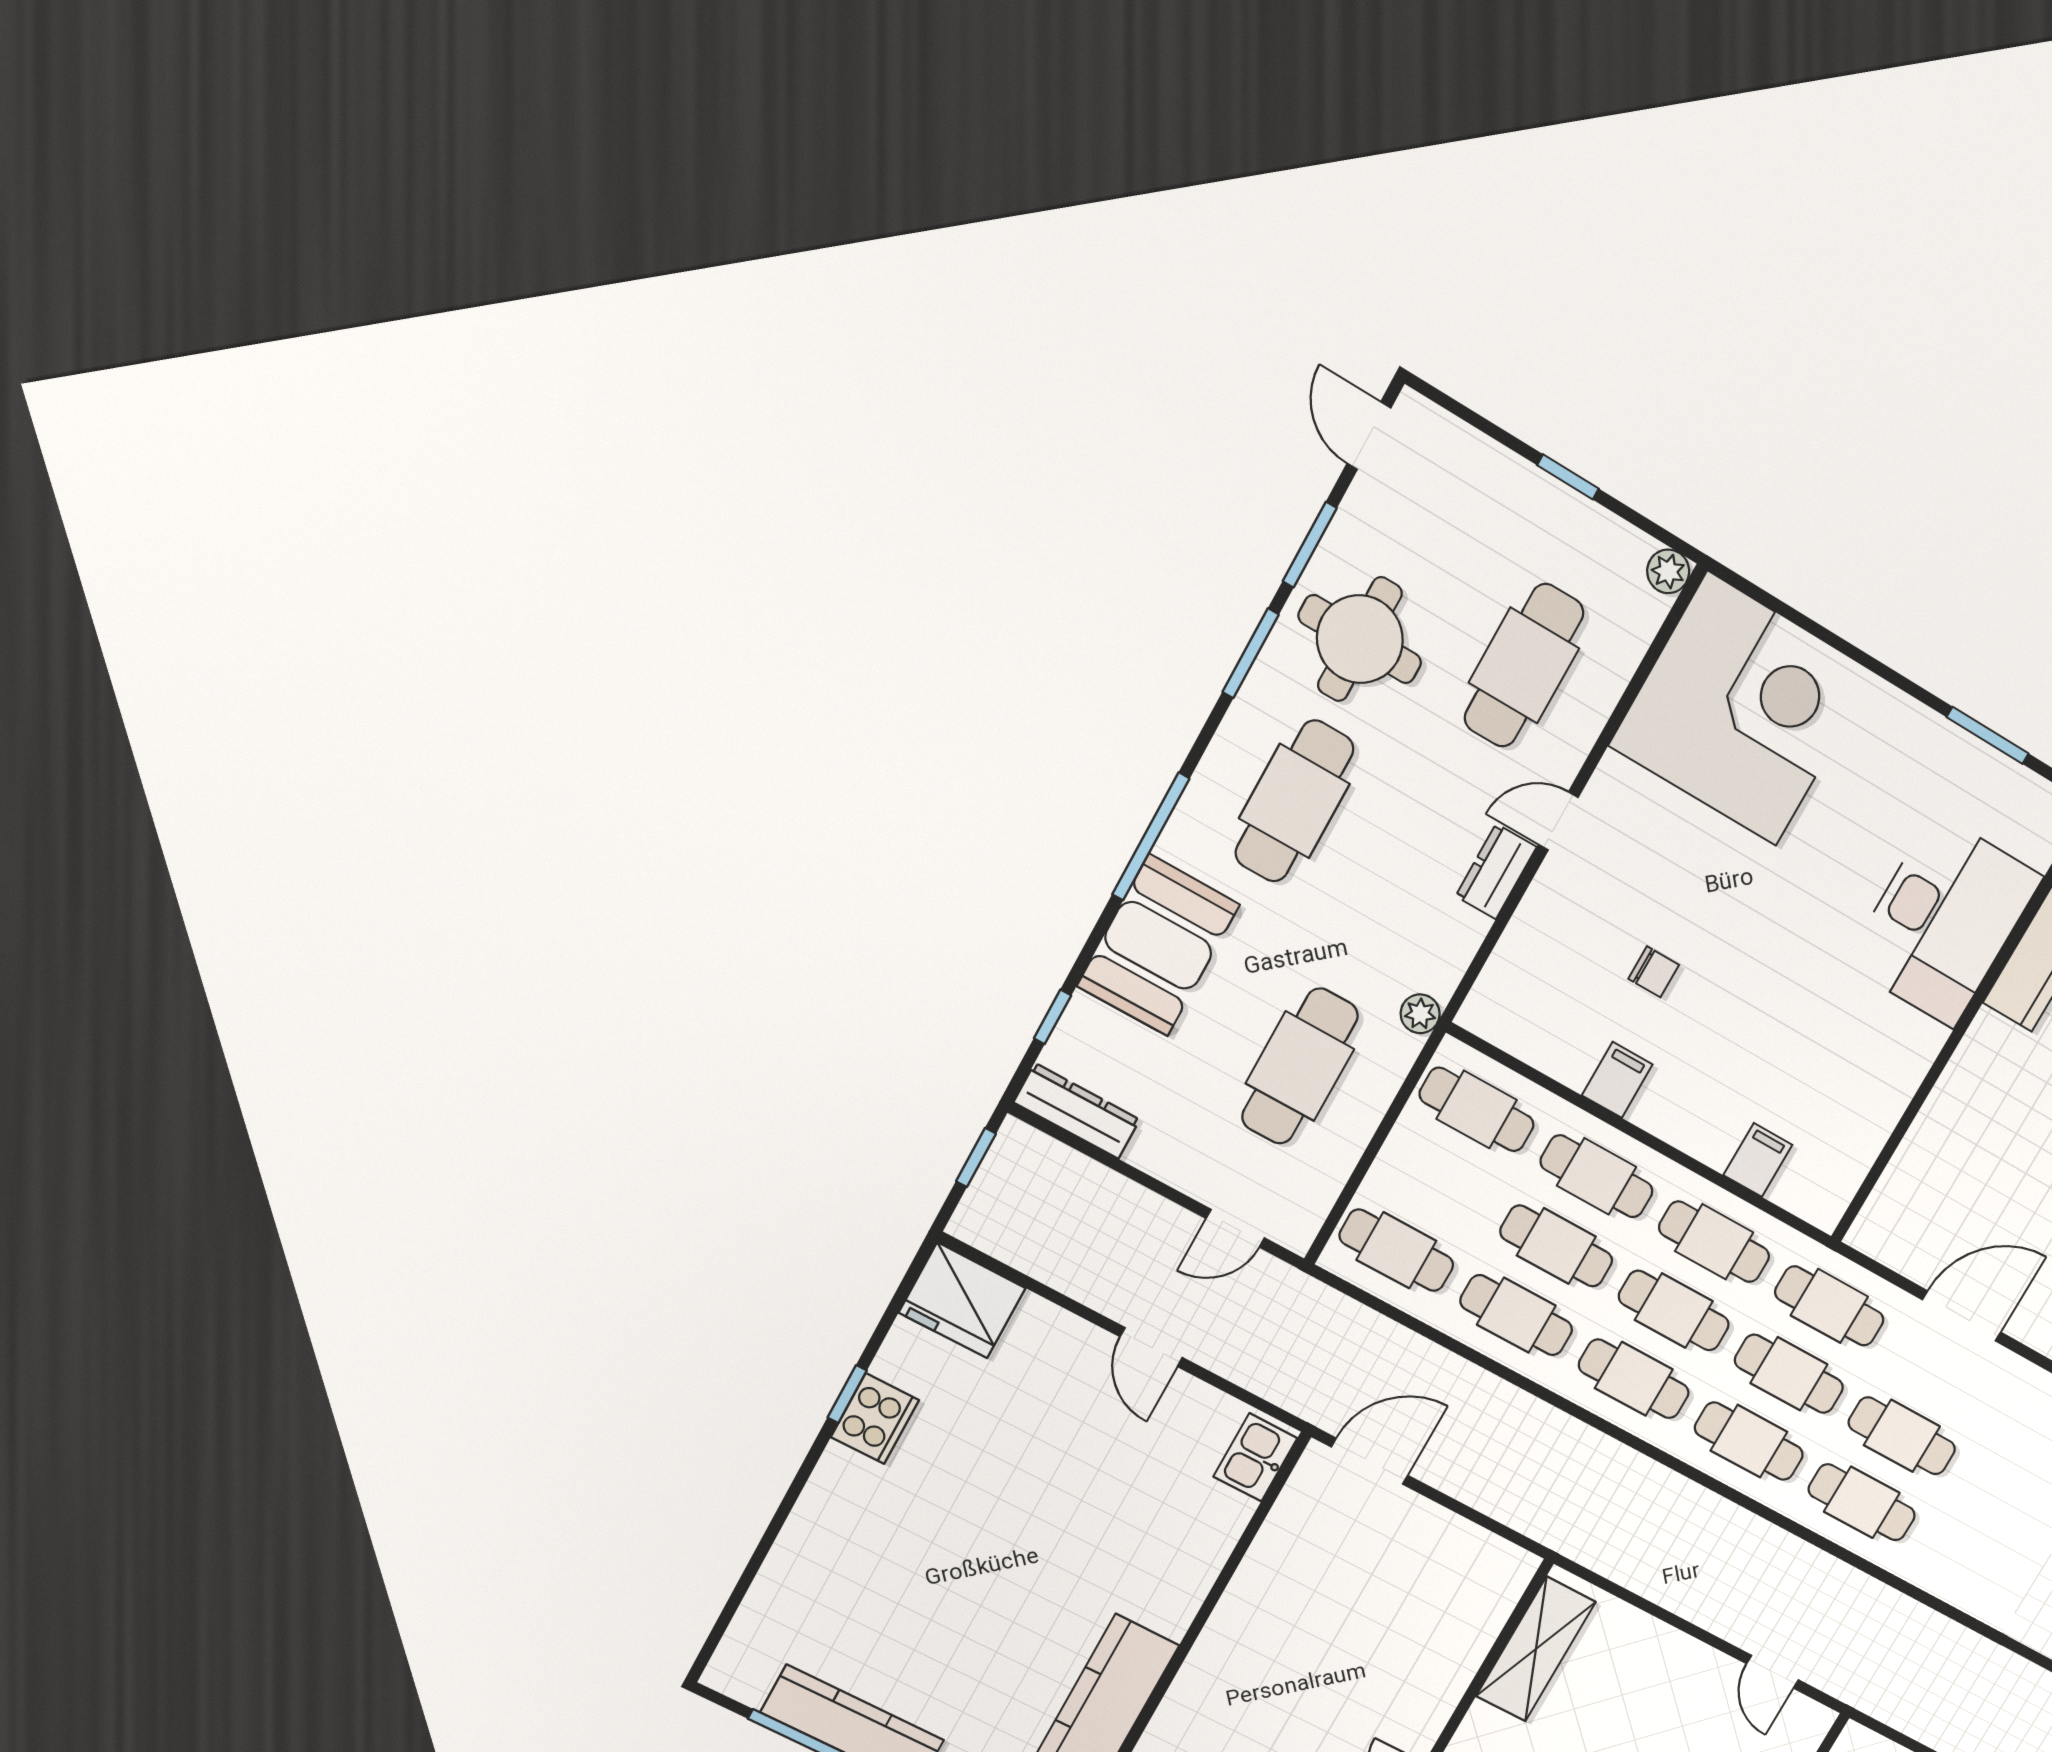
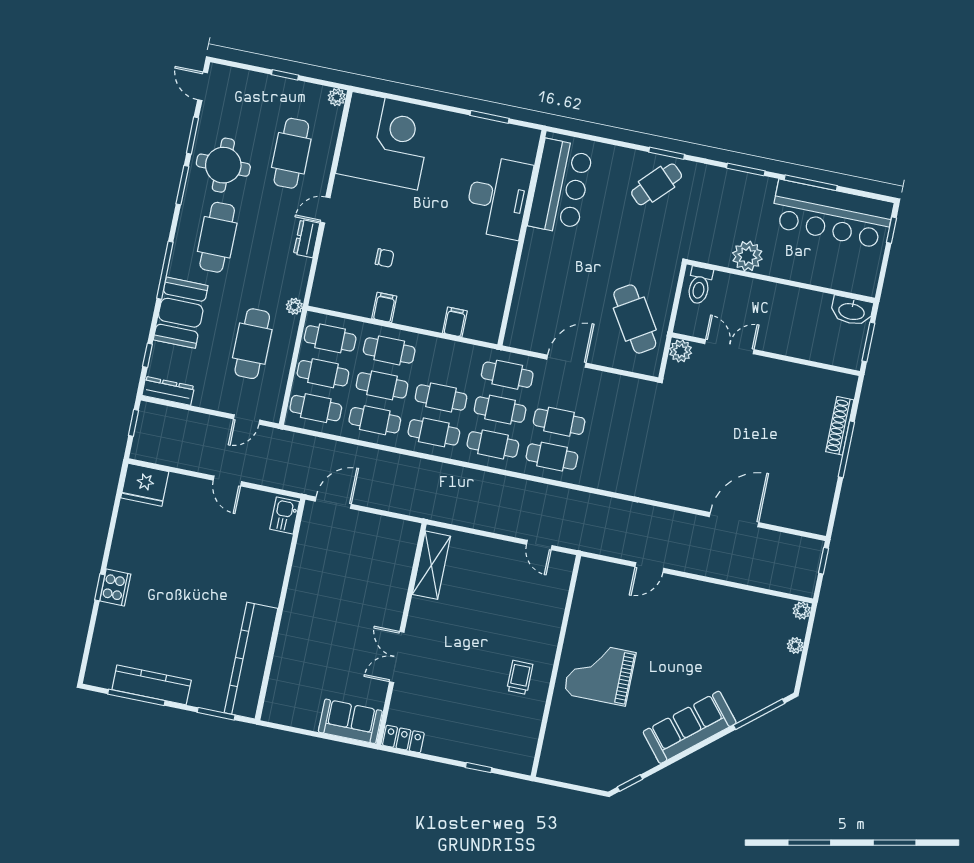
cafe table: (1714, 1242) -> (323, 373), moved
window: (847, 1394) -> (100, 587), moved
cooker: (875, 1419) -> (115, 588), moved

